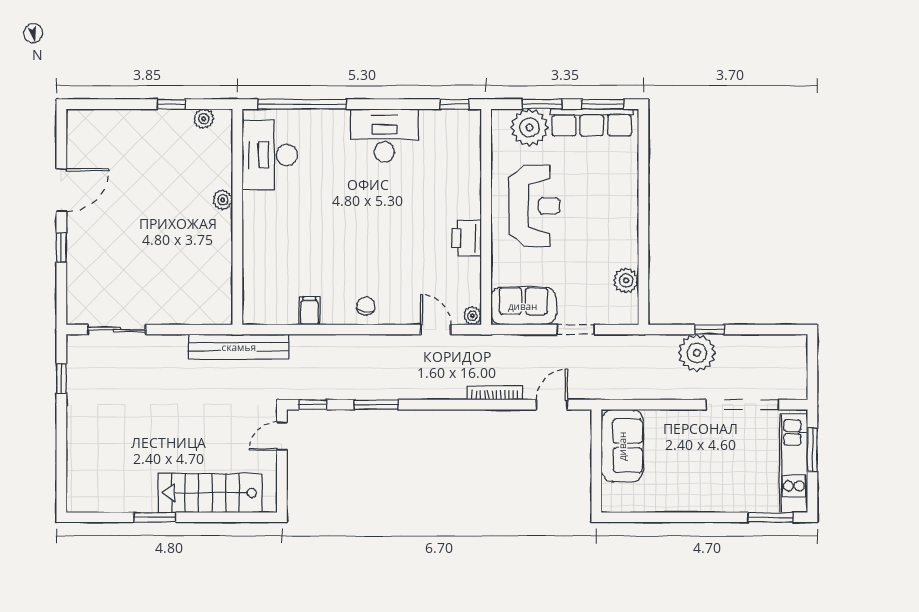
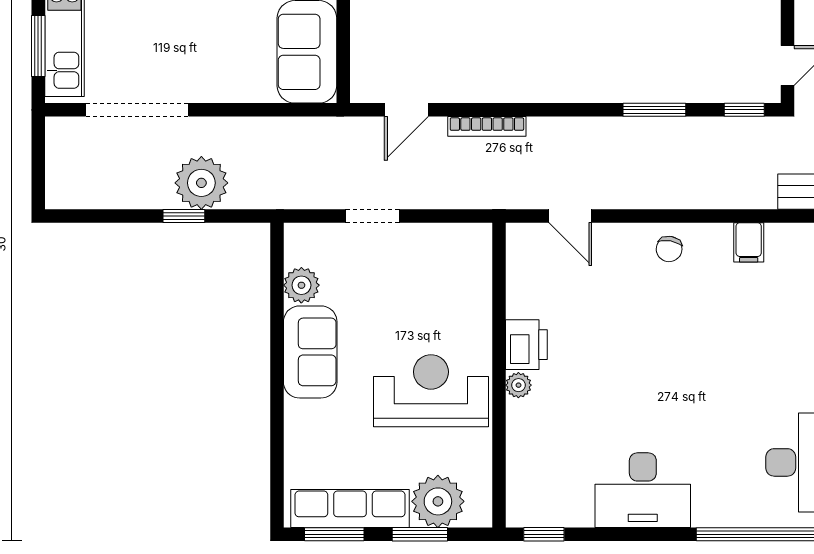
reception desk: (534, 206) -> (431, 391), turned 90
sofa: (523, 306) -> (310, 352), moved, turned -90
plant: (472, 316) -> (518, 385), moved

